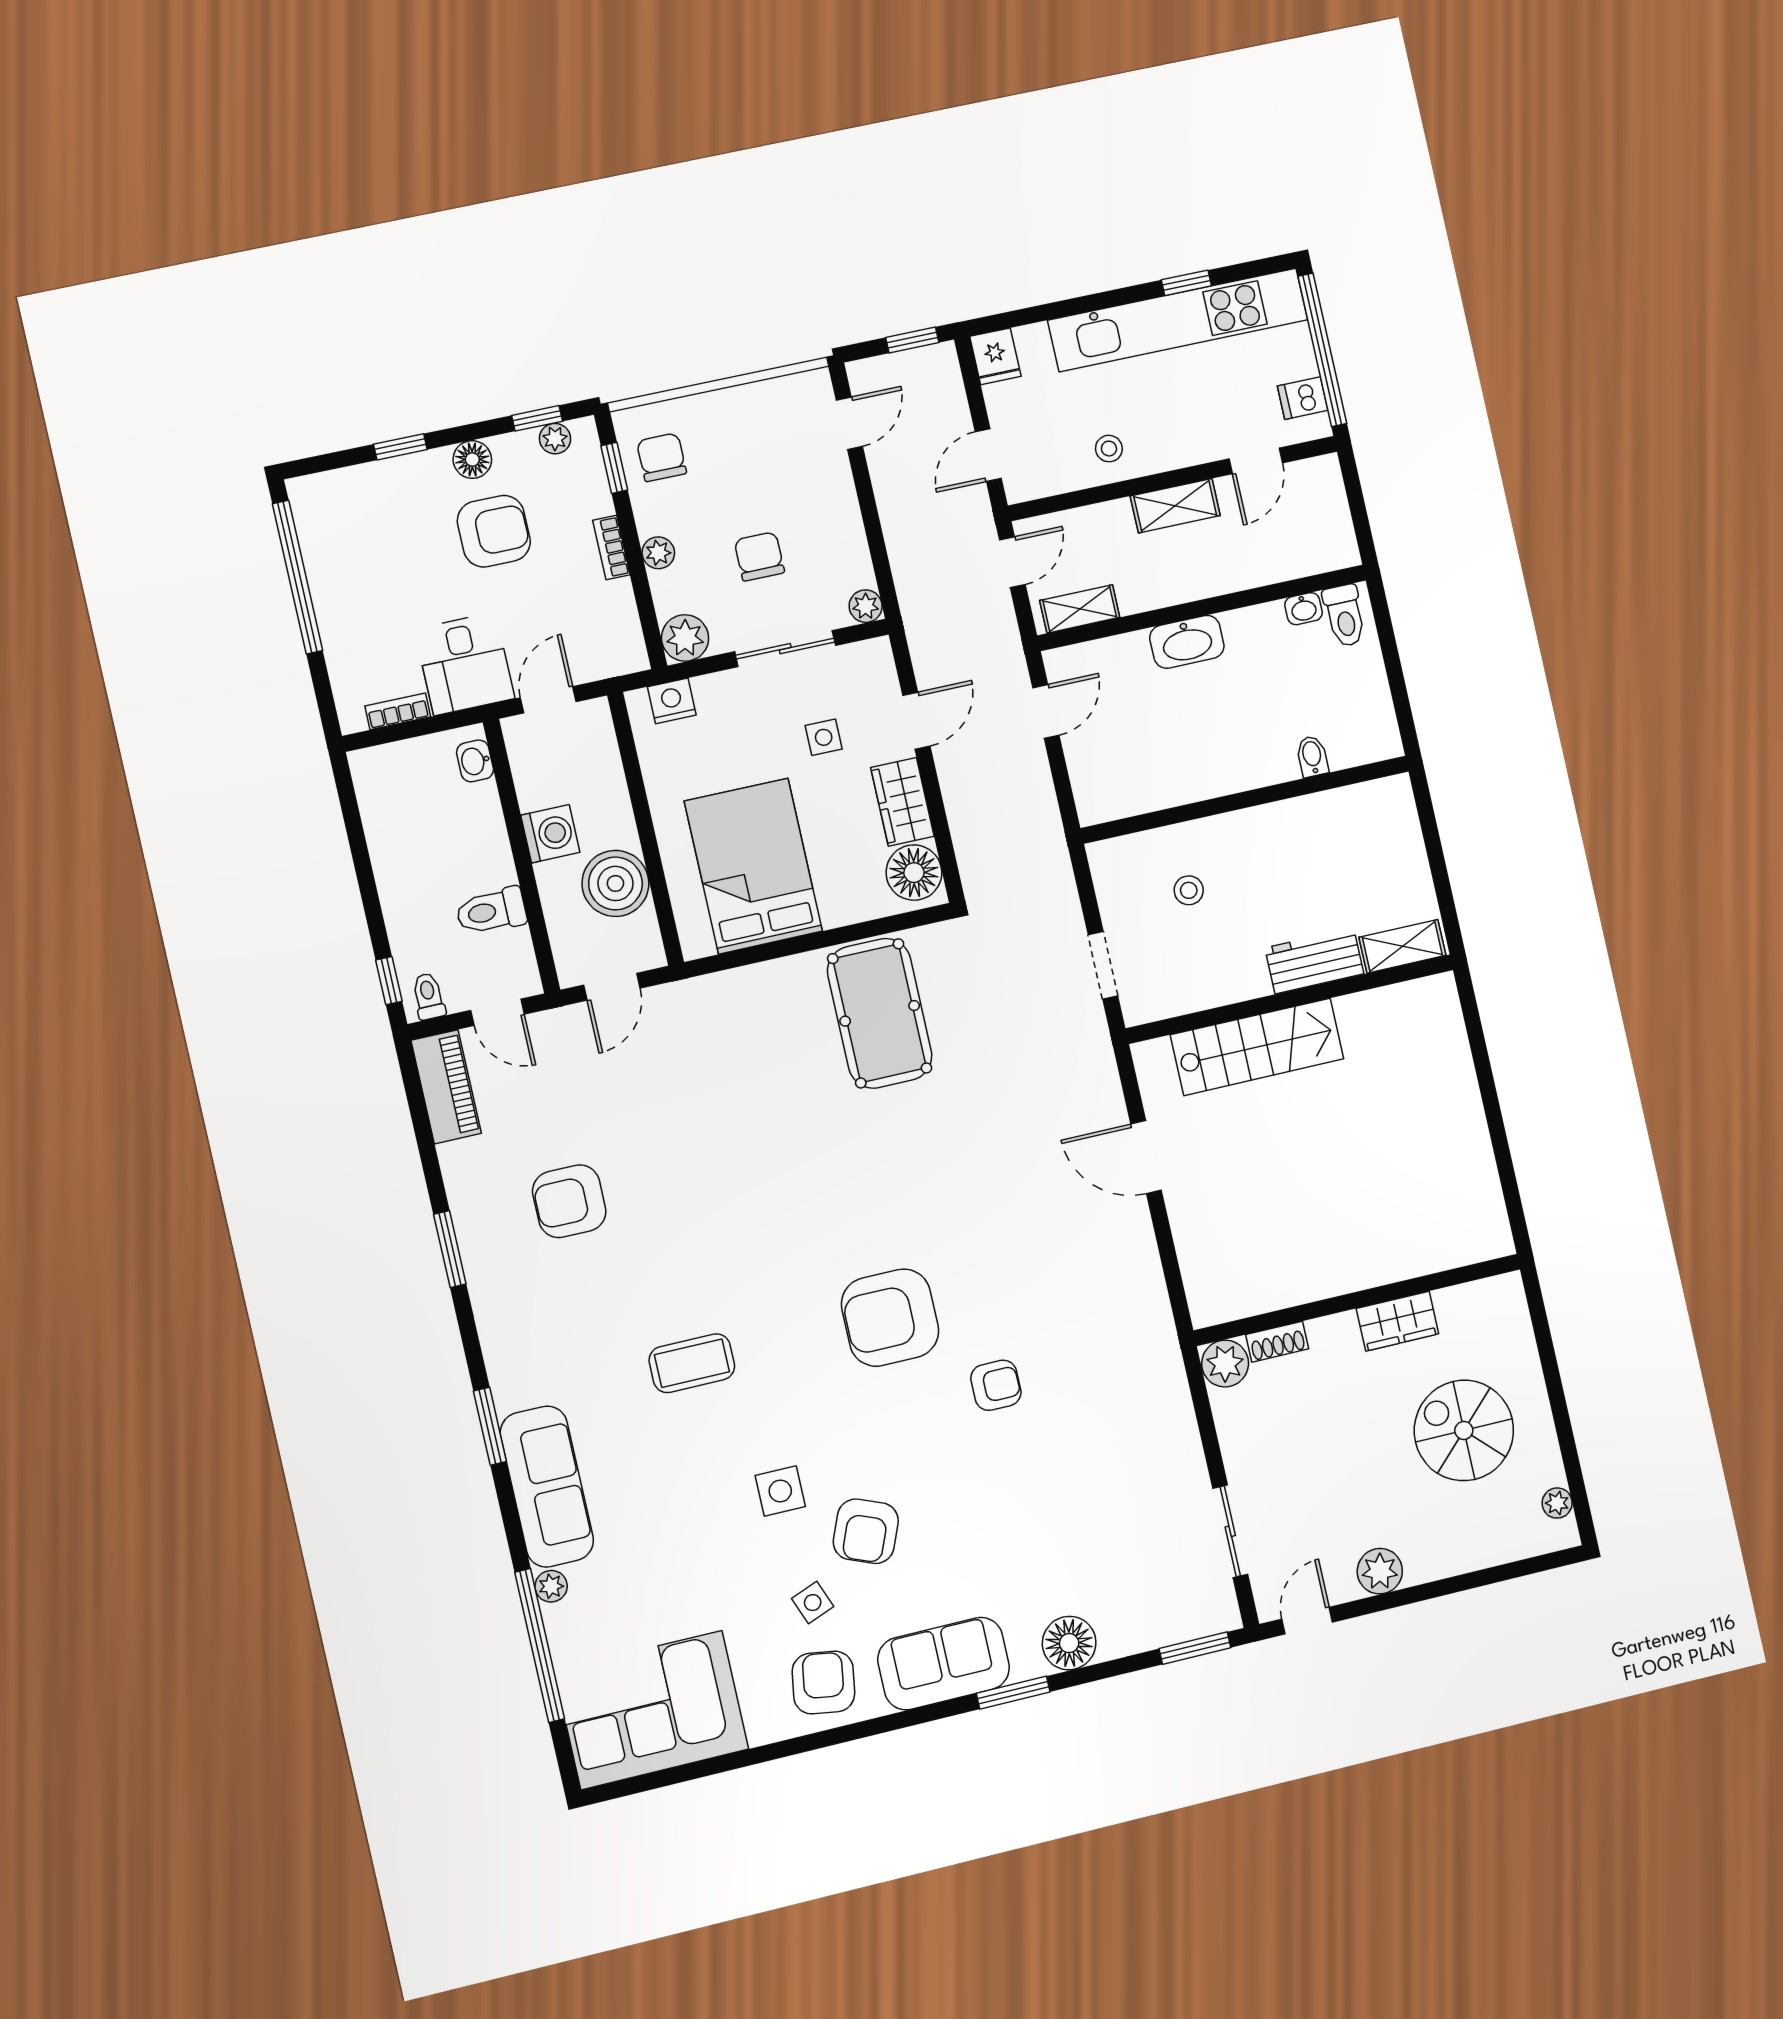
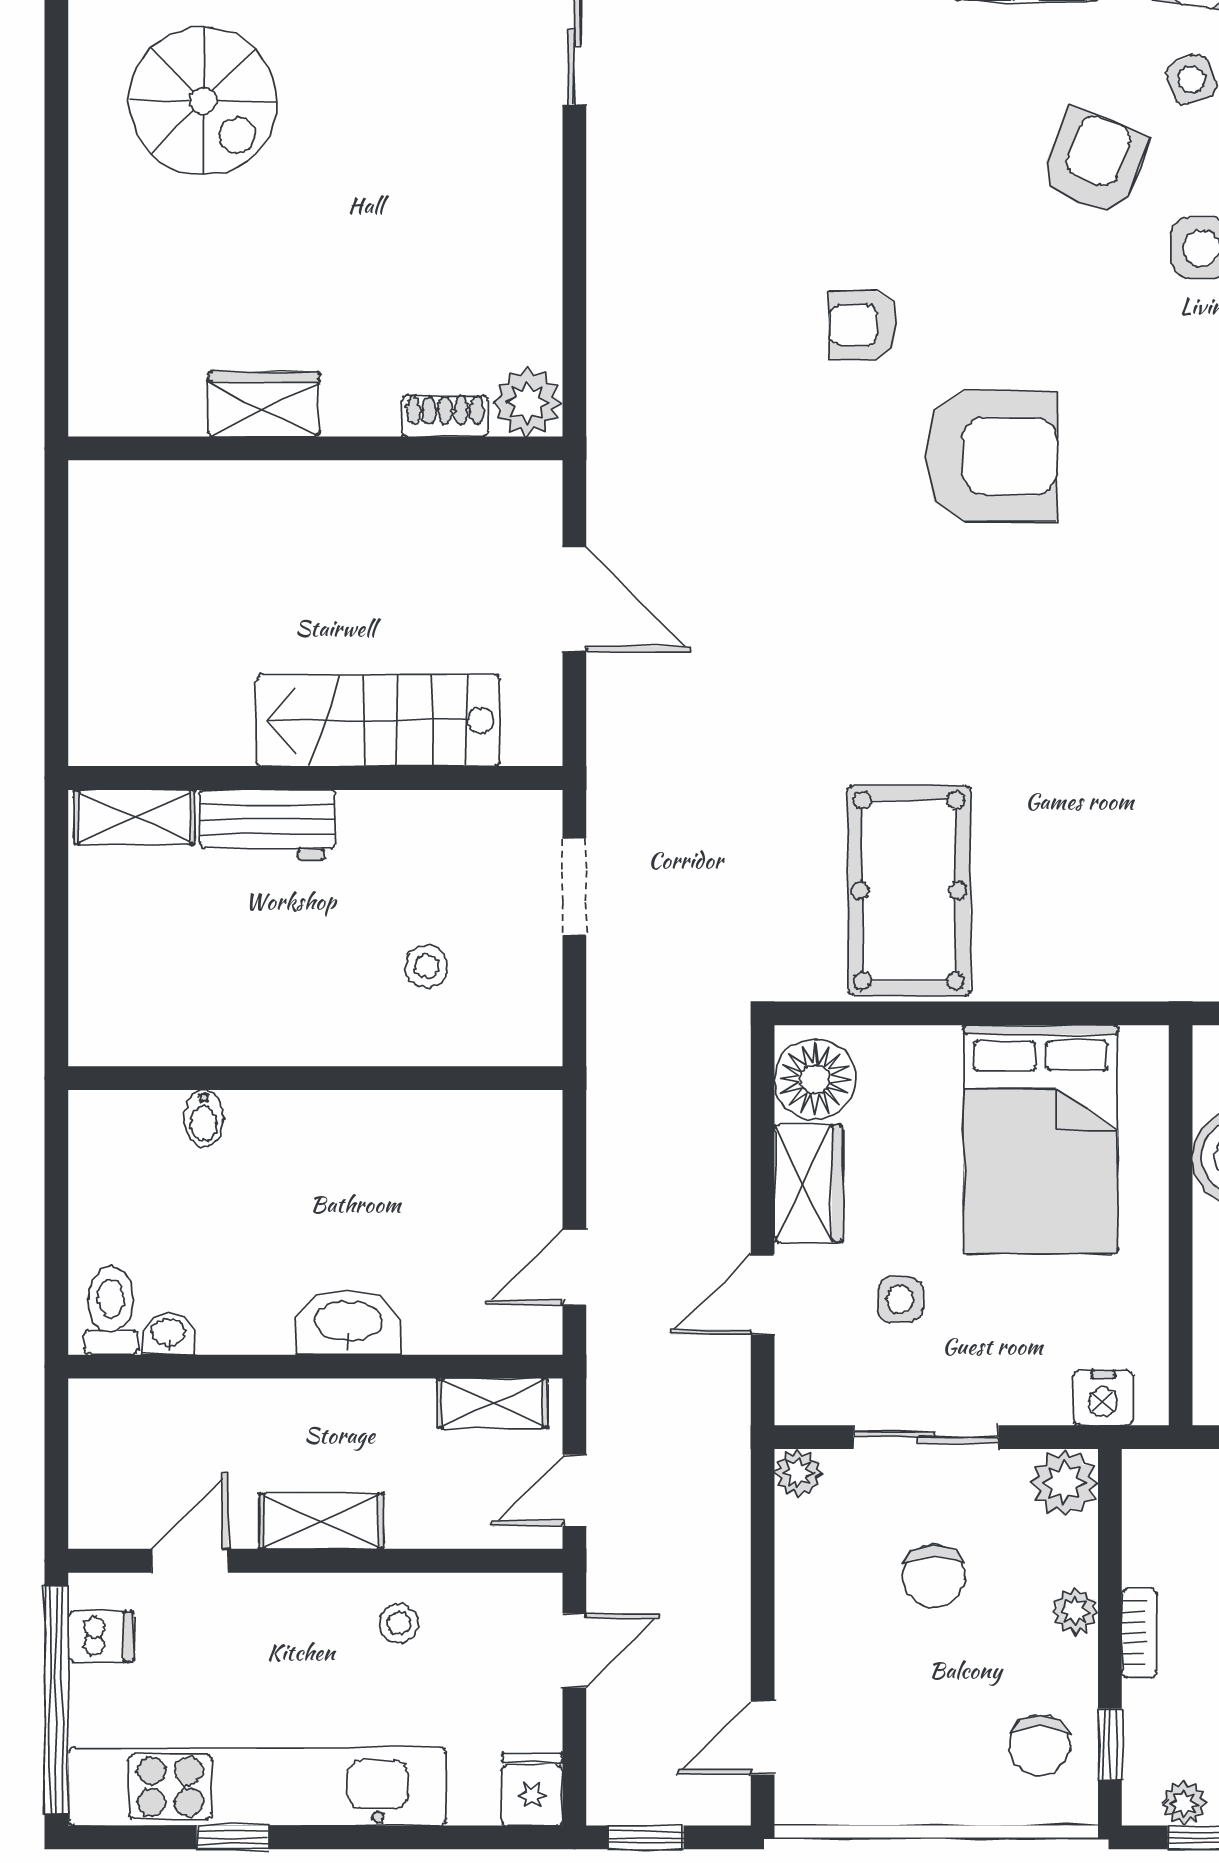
wall: (1357, 1300) -> (315, 448), moved
wardrobe: (1397, 1321) -> (264, 404), moved
shoe rack: (1277, 1342) -> (445, 416), moved
plant: (1225, 1364) -> (527, 402), moved

